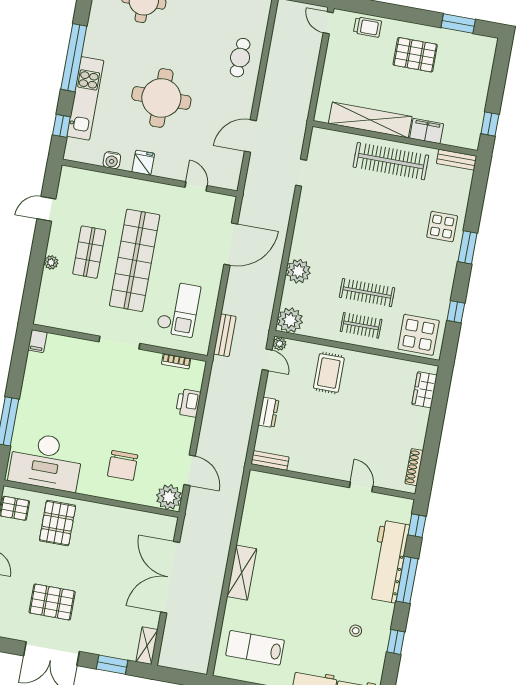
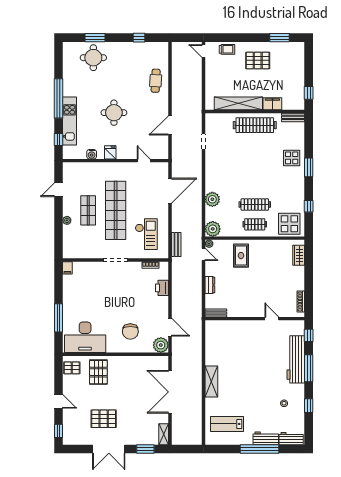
round table: (161, 98) -> (114, 113), width x0.73, depth x0.73

